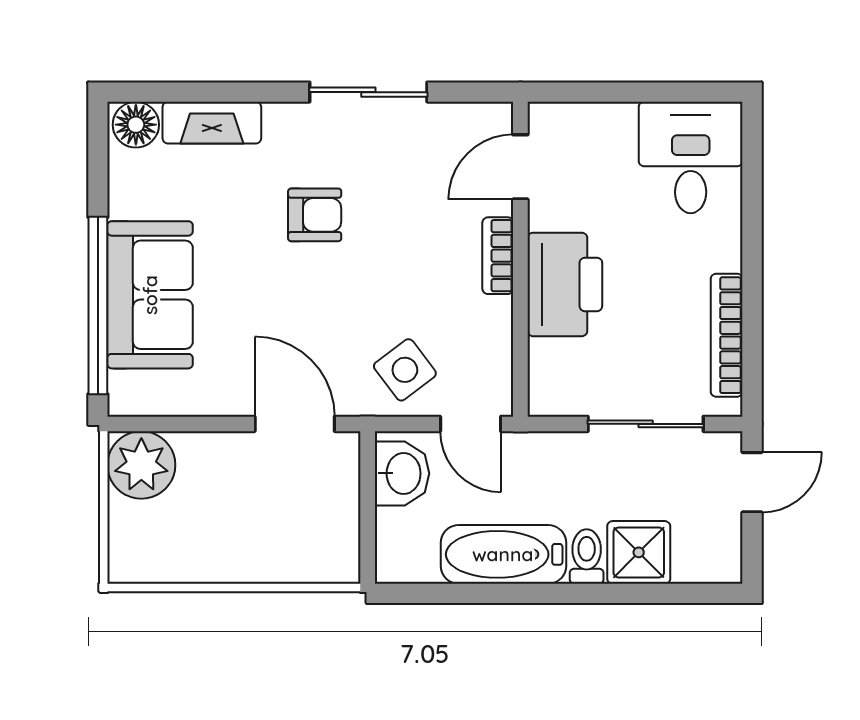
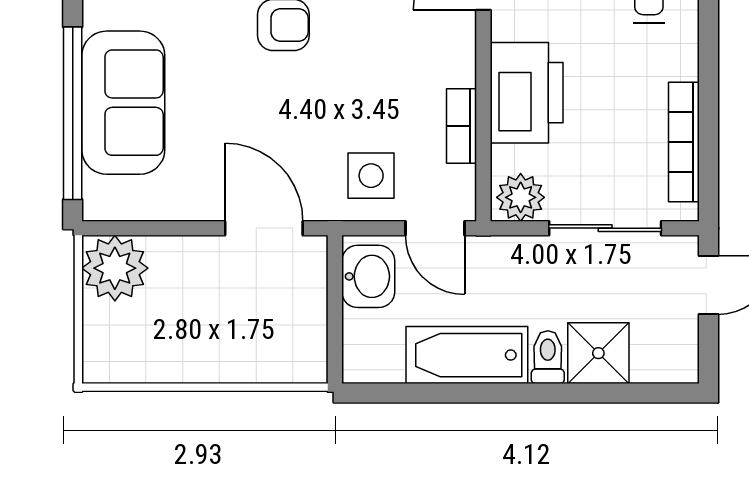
bookcase: (498, 256) -> (461, 126), moved
side table: (405, 370) -> (371, 176), turned 37
plant: (559, 392) -> (521, 197), added

